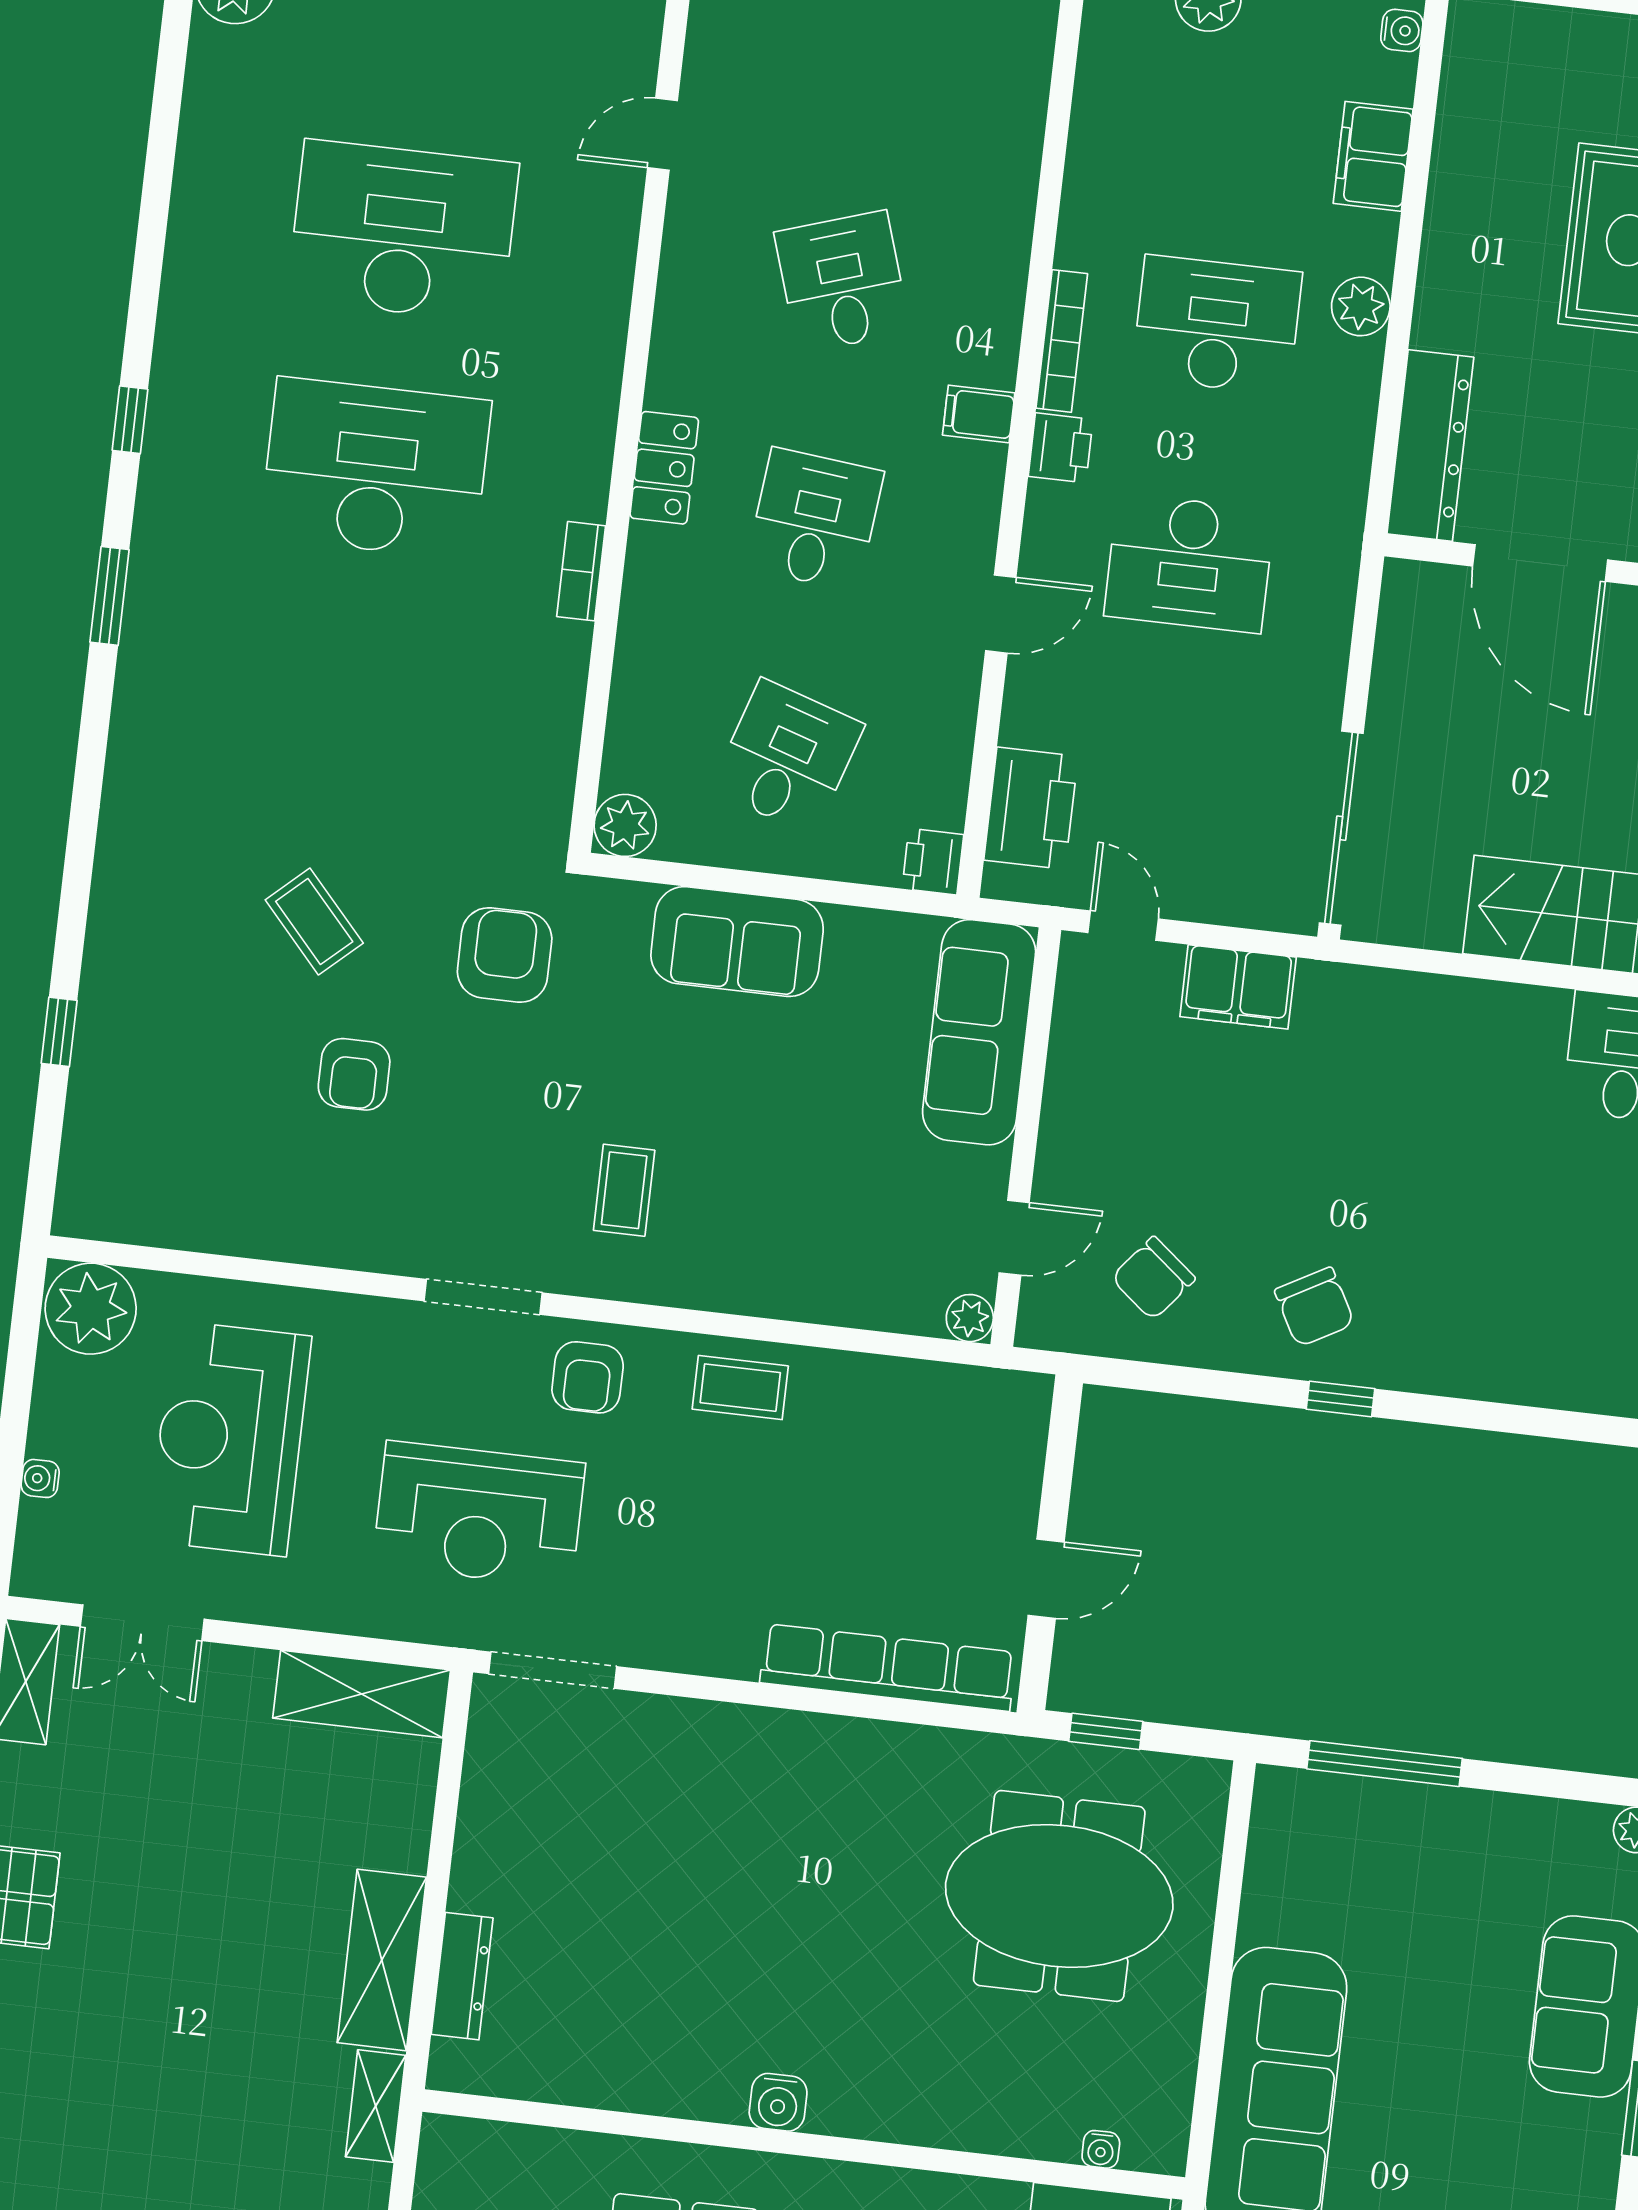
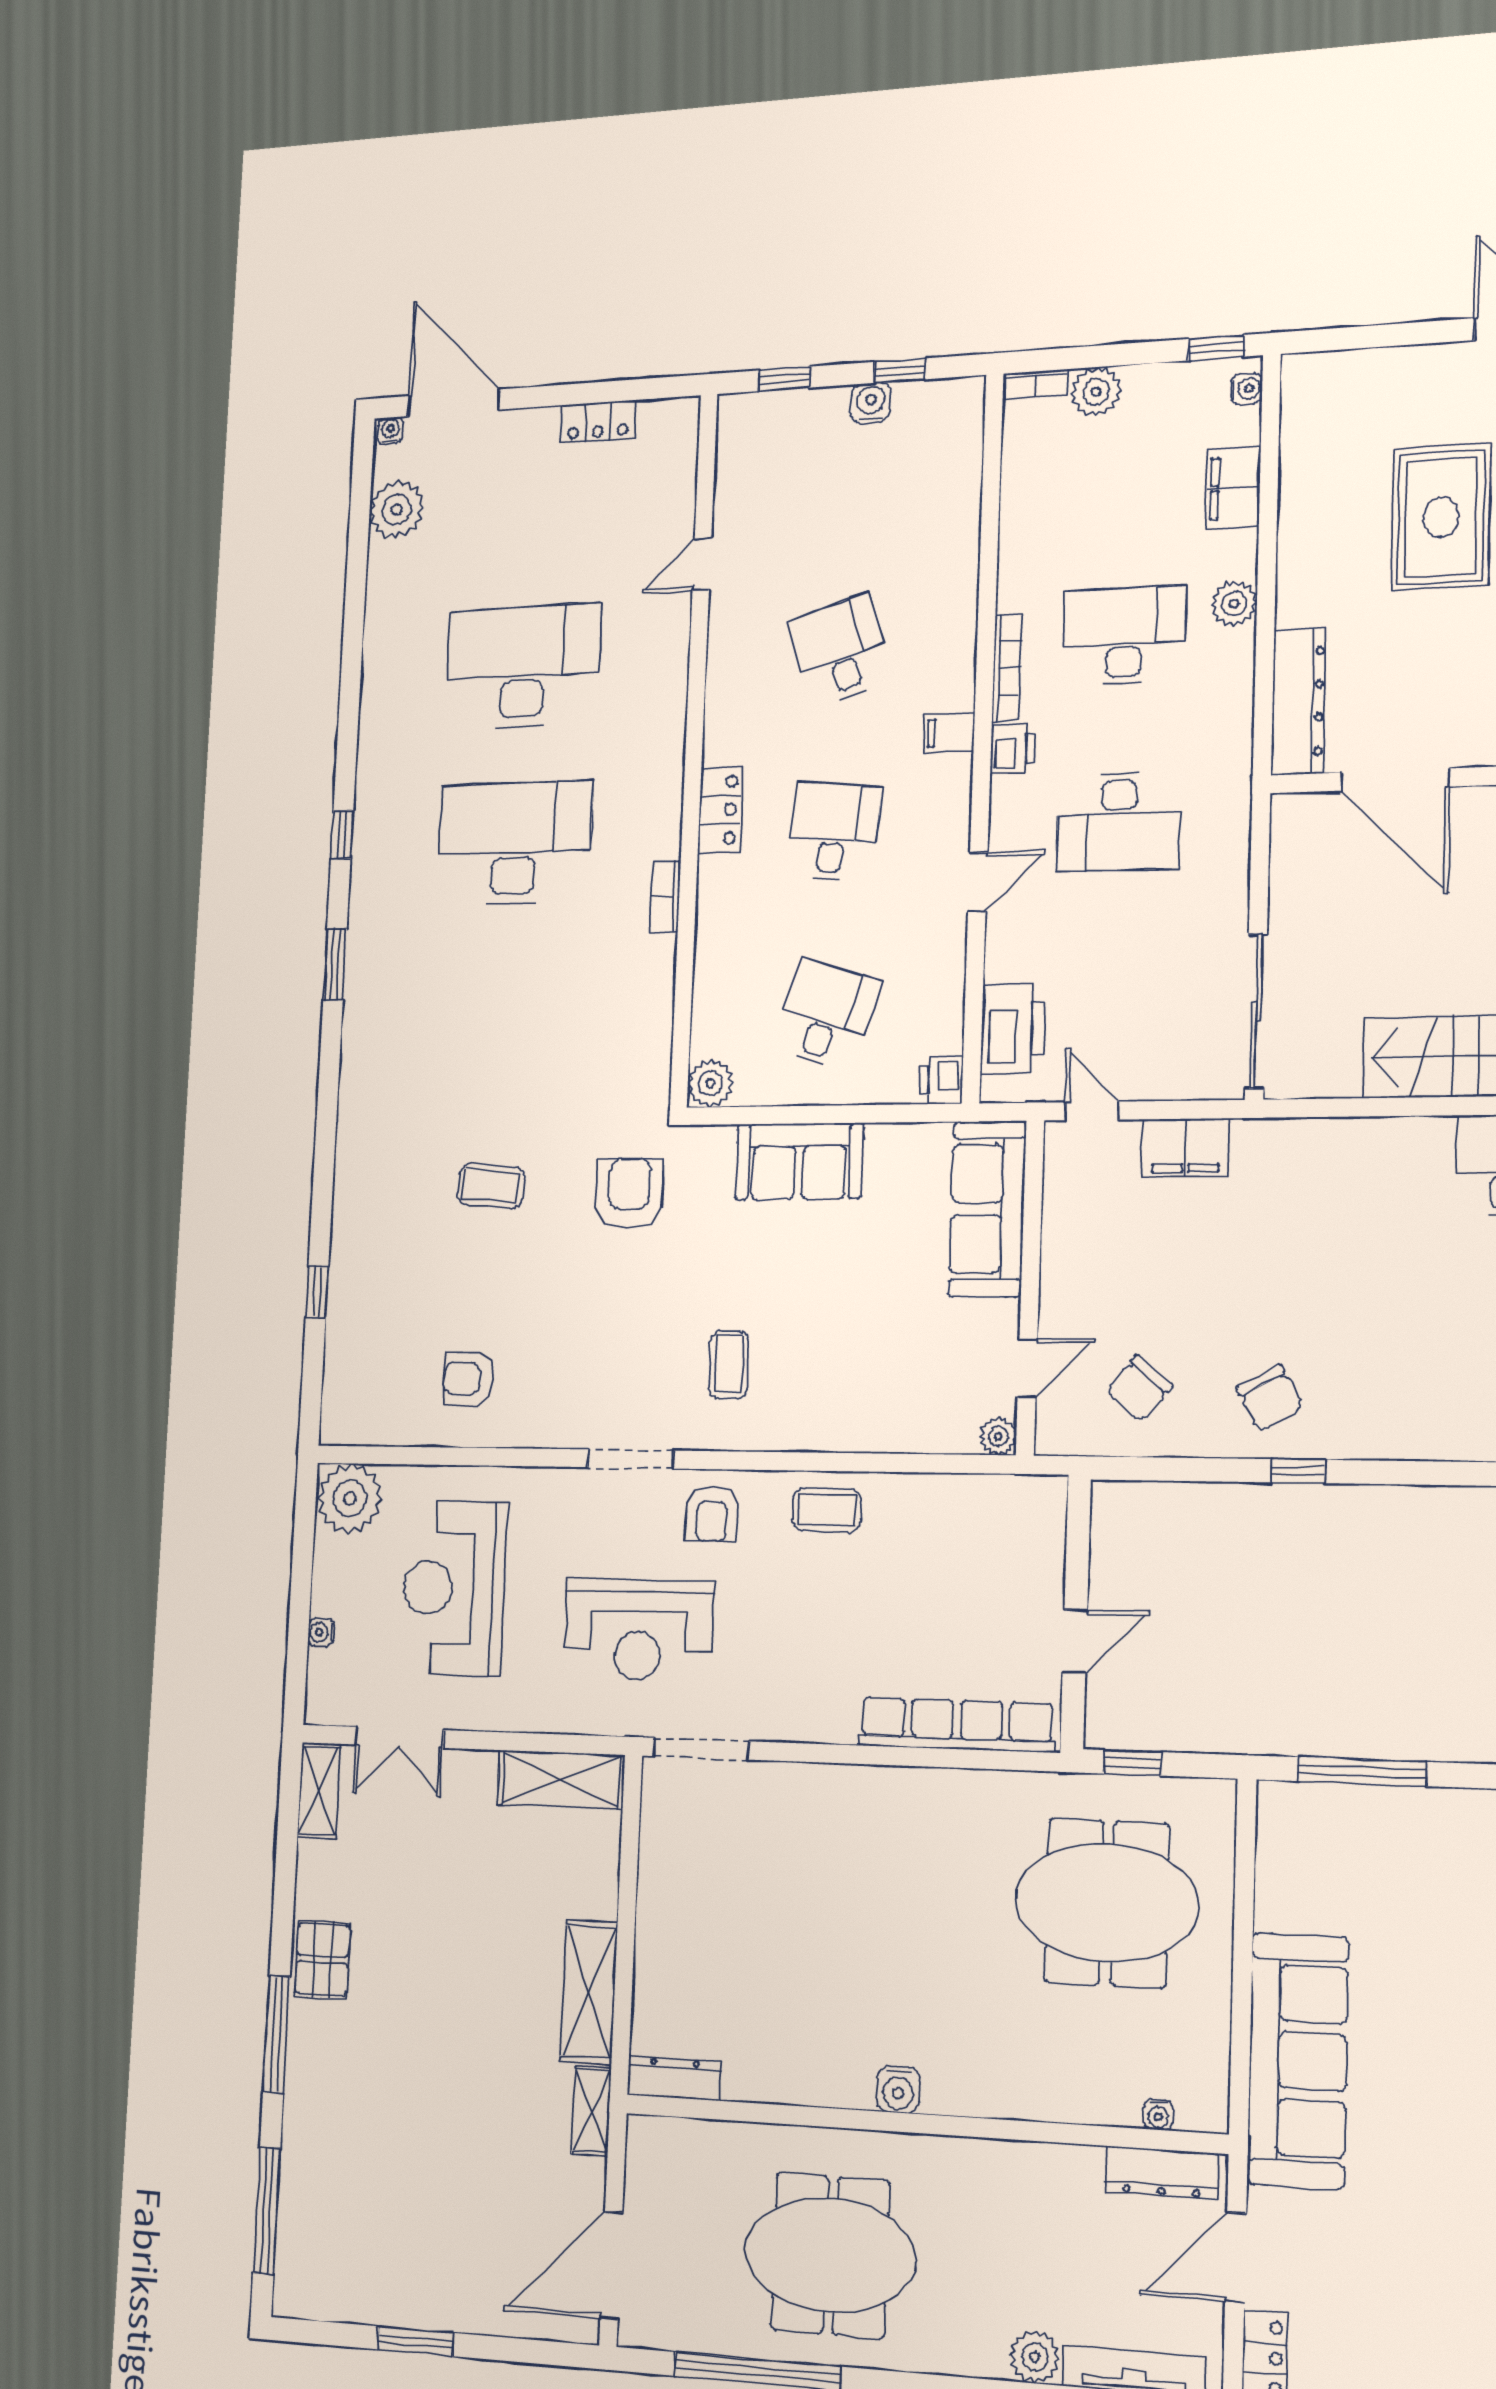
coffee table: (314, 921) -> (491, 1186), turned -43
armchair: (354, 1074) -> (469, 1379), moved, turned 90
dresser: (462, 1976) -> (674, 2078), moved, turned -90

